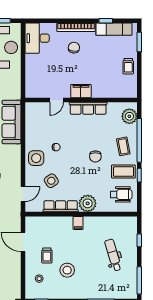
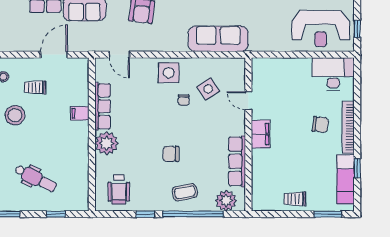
row of seats: (88, 108) -> (237, 161), moved
coffee table: (123, 172) -> (150, 192), removed
side table: (51, 181) -> (208, 89), moved
filing cabinet: (78, 223) -> (80, 113), moved
dental chair: (113, 255) -> (36, 178), turned 44

